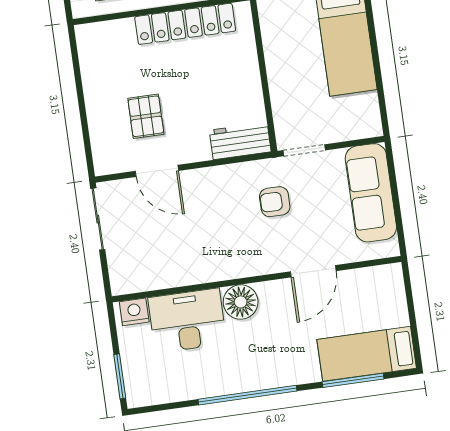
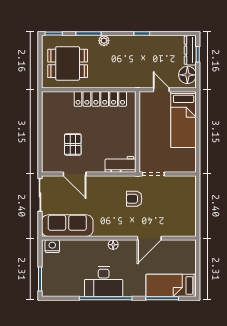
sofa: (371, 193) -> (67, 226), moved, turned 90
floor lamp: (241, 302) -> (113, 245), width x0.53, depth x0.53
desk: (187, 321) -> (104, 282), moved, turned 180

